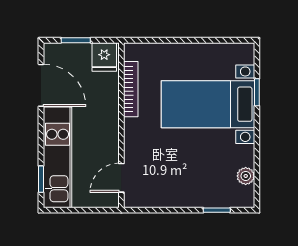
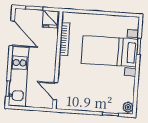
plant: (246, 176) -> (128, 107), moved
door: (121, 178) -> (55, 91), hinge flipped

